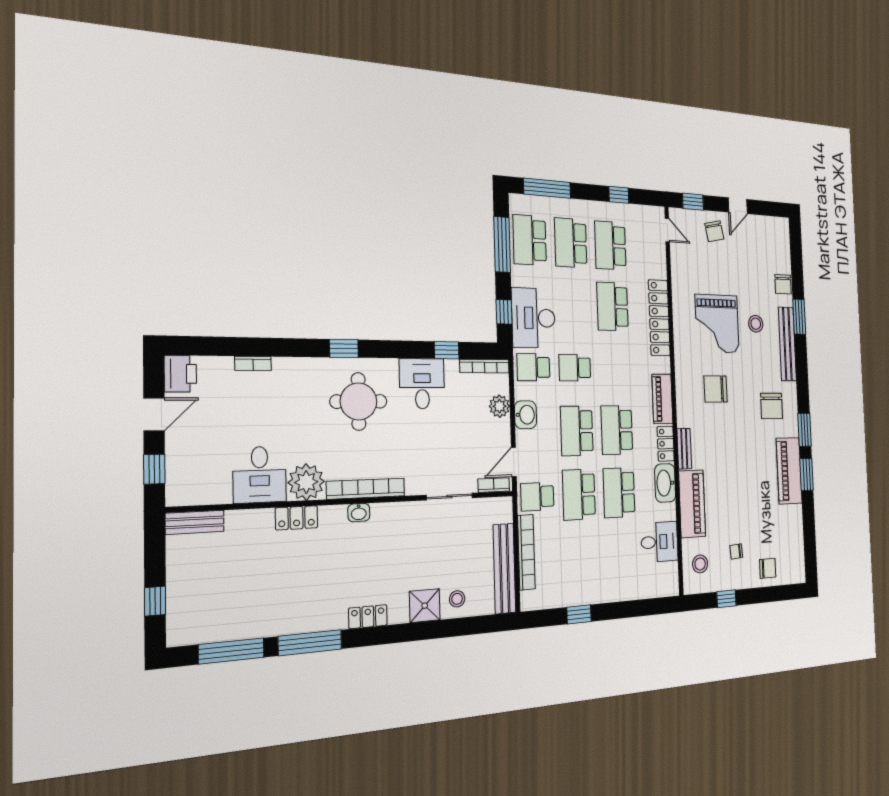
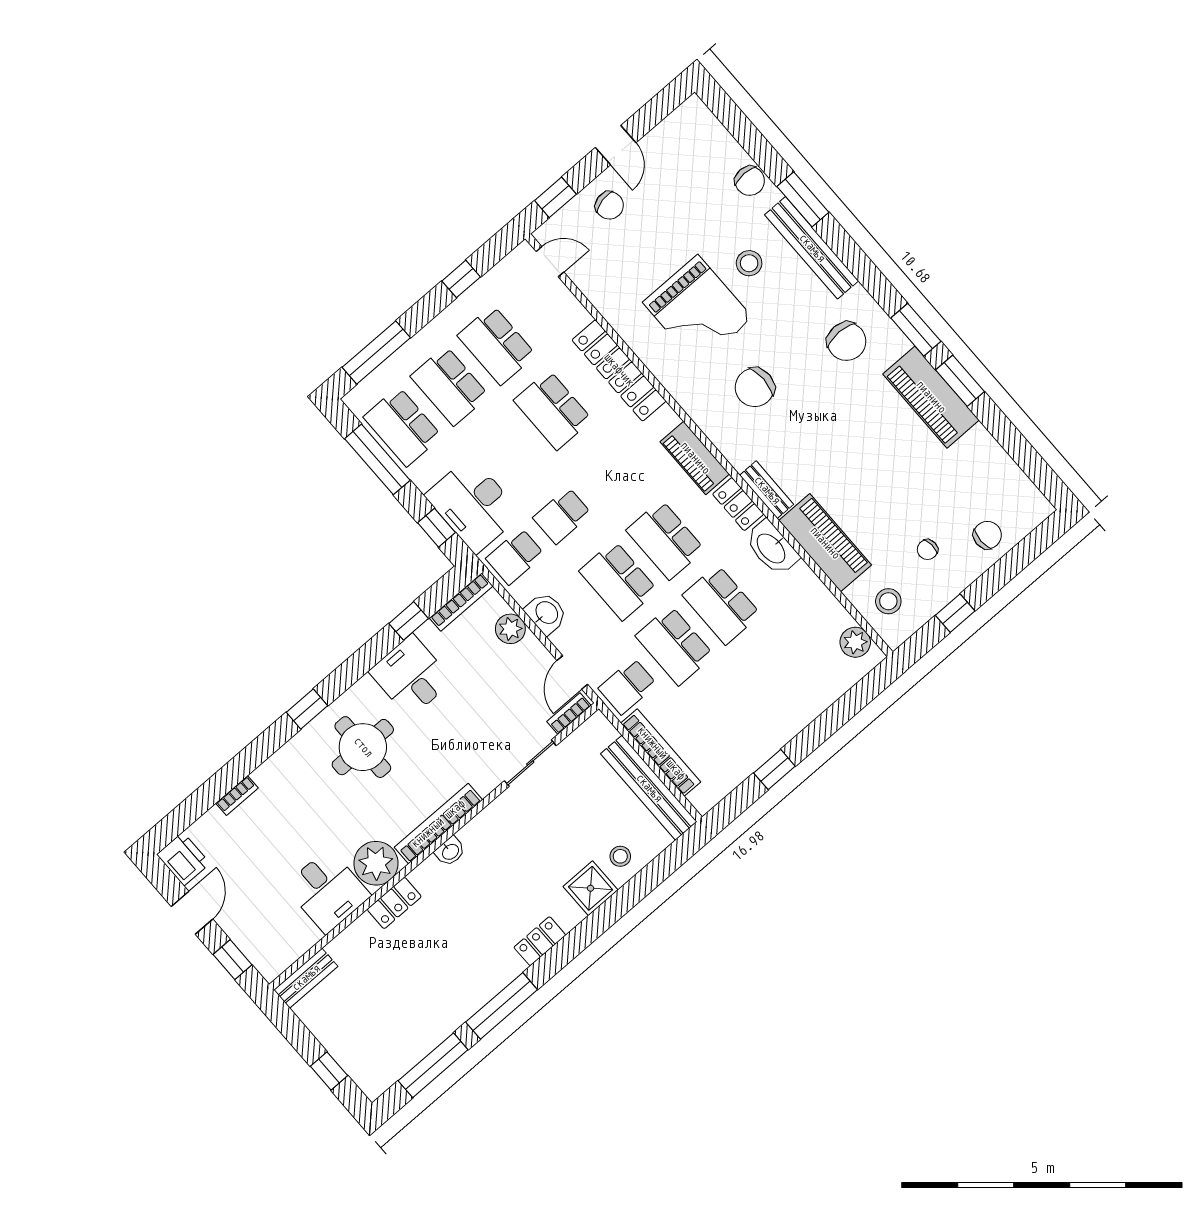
desk: (659, 542) -> (815, 618), removed
plant: (669, 573) -> (855, 642), added

